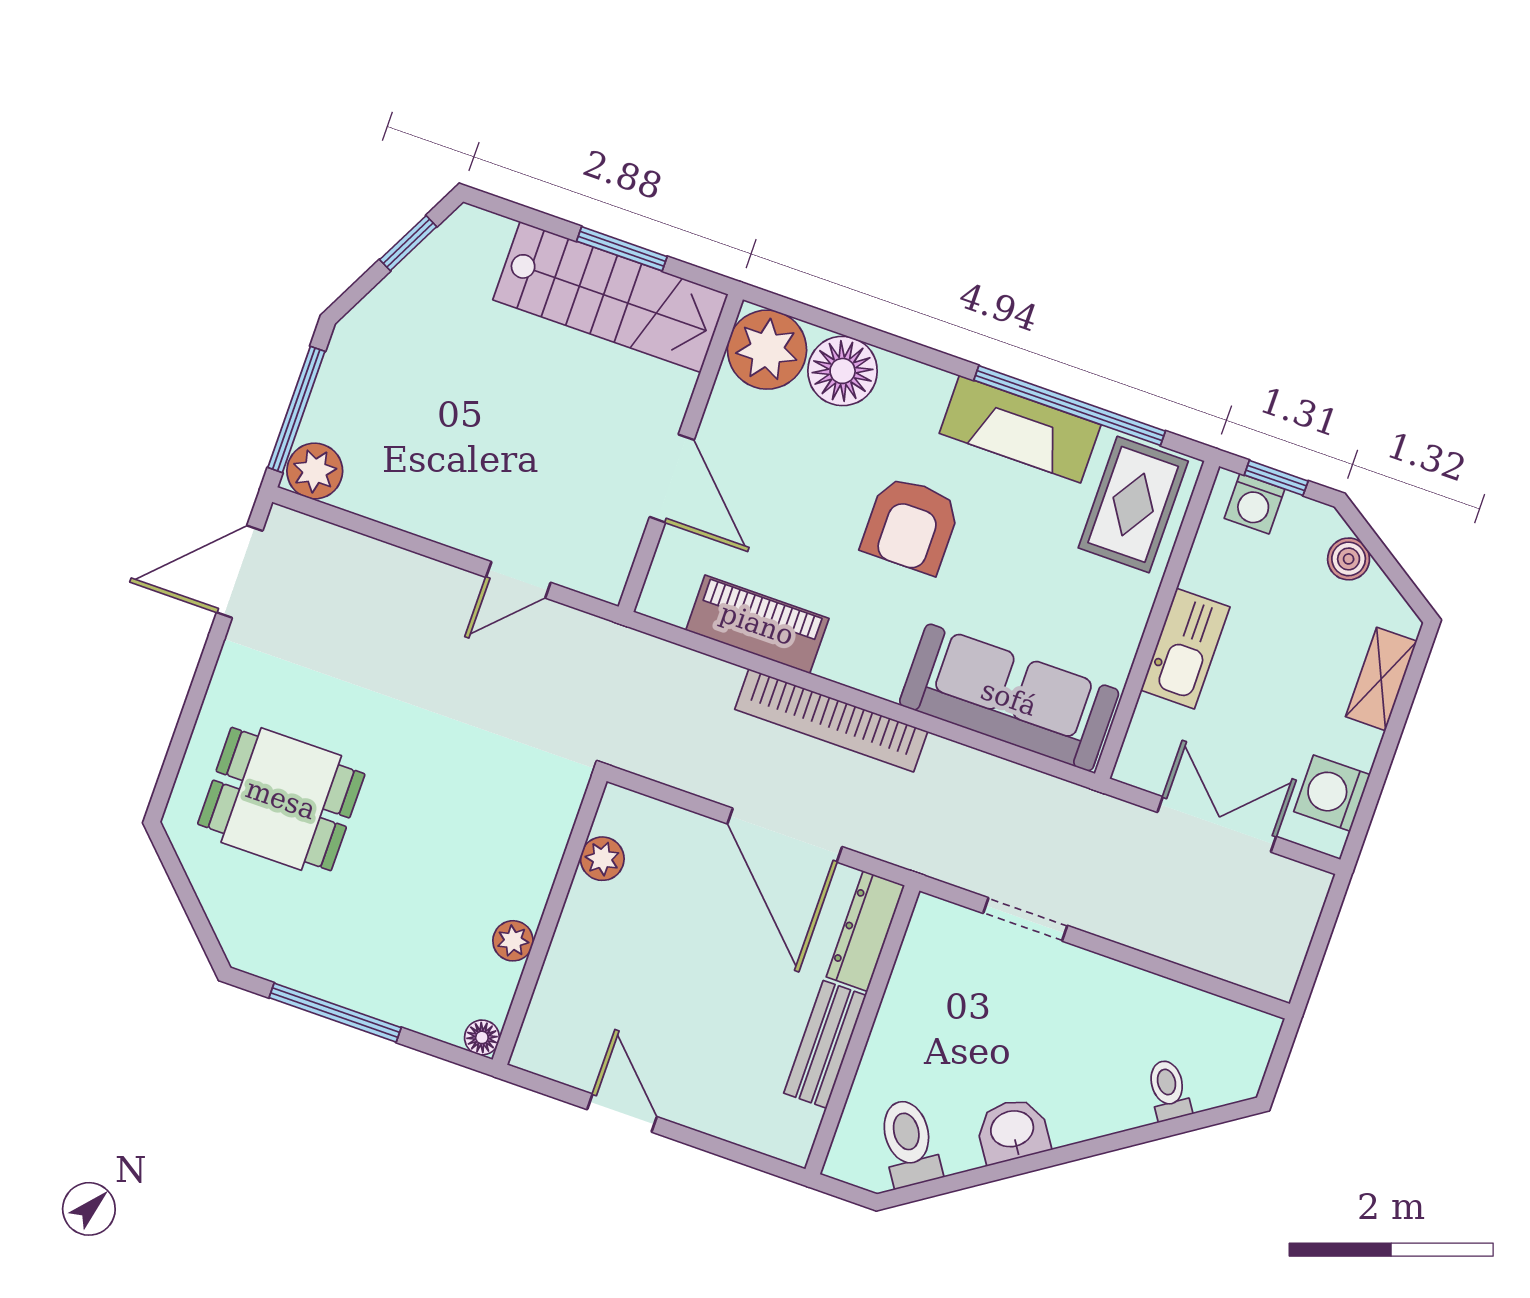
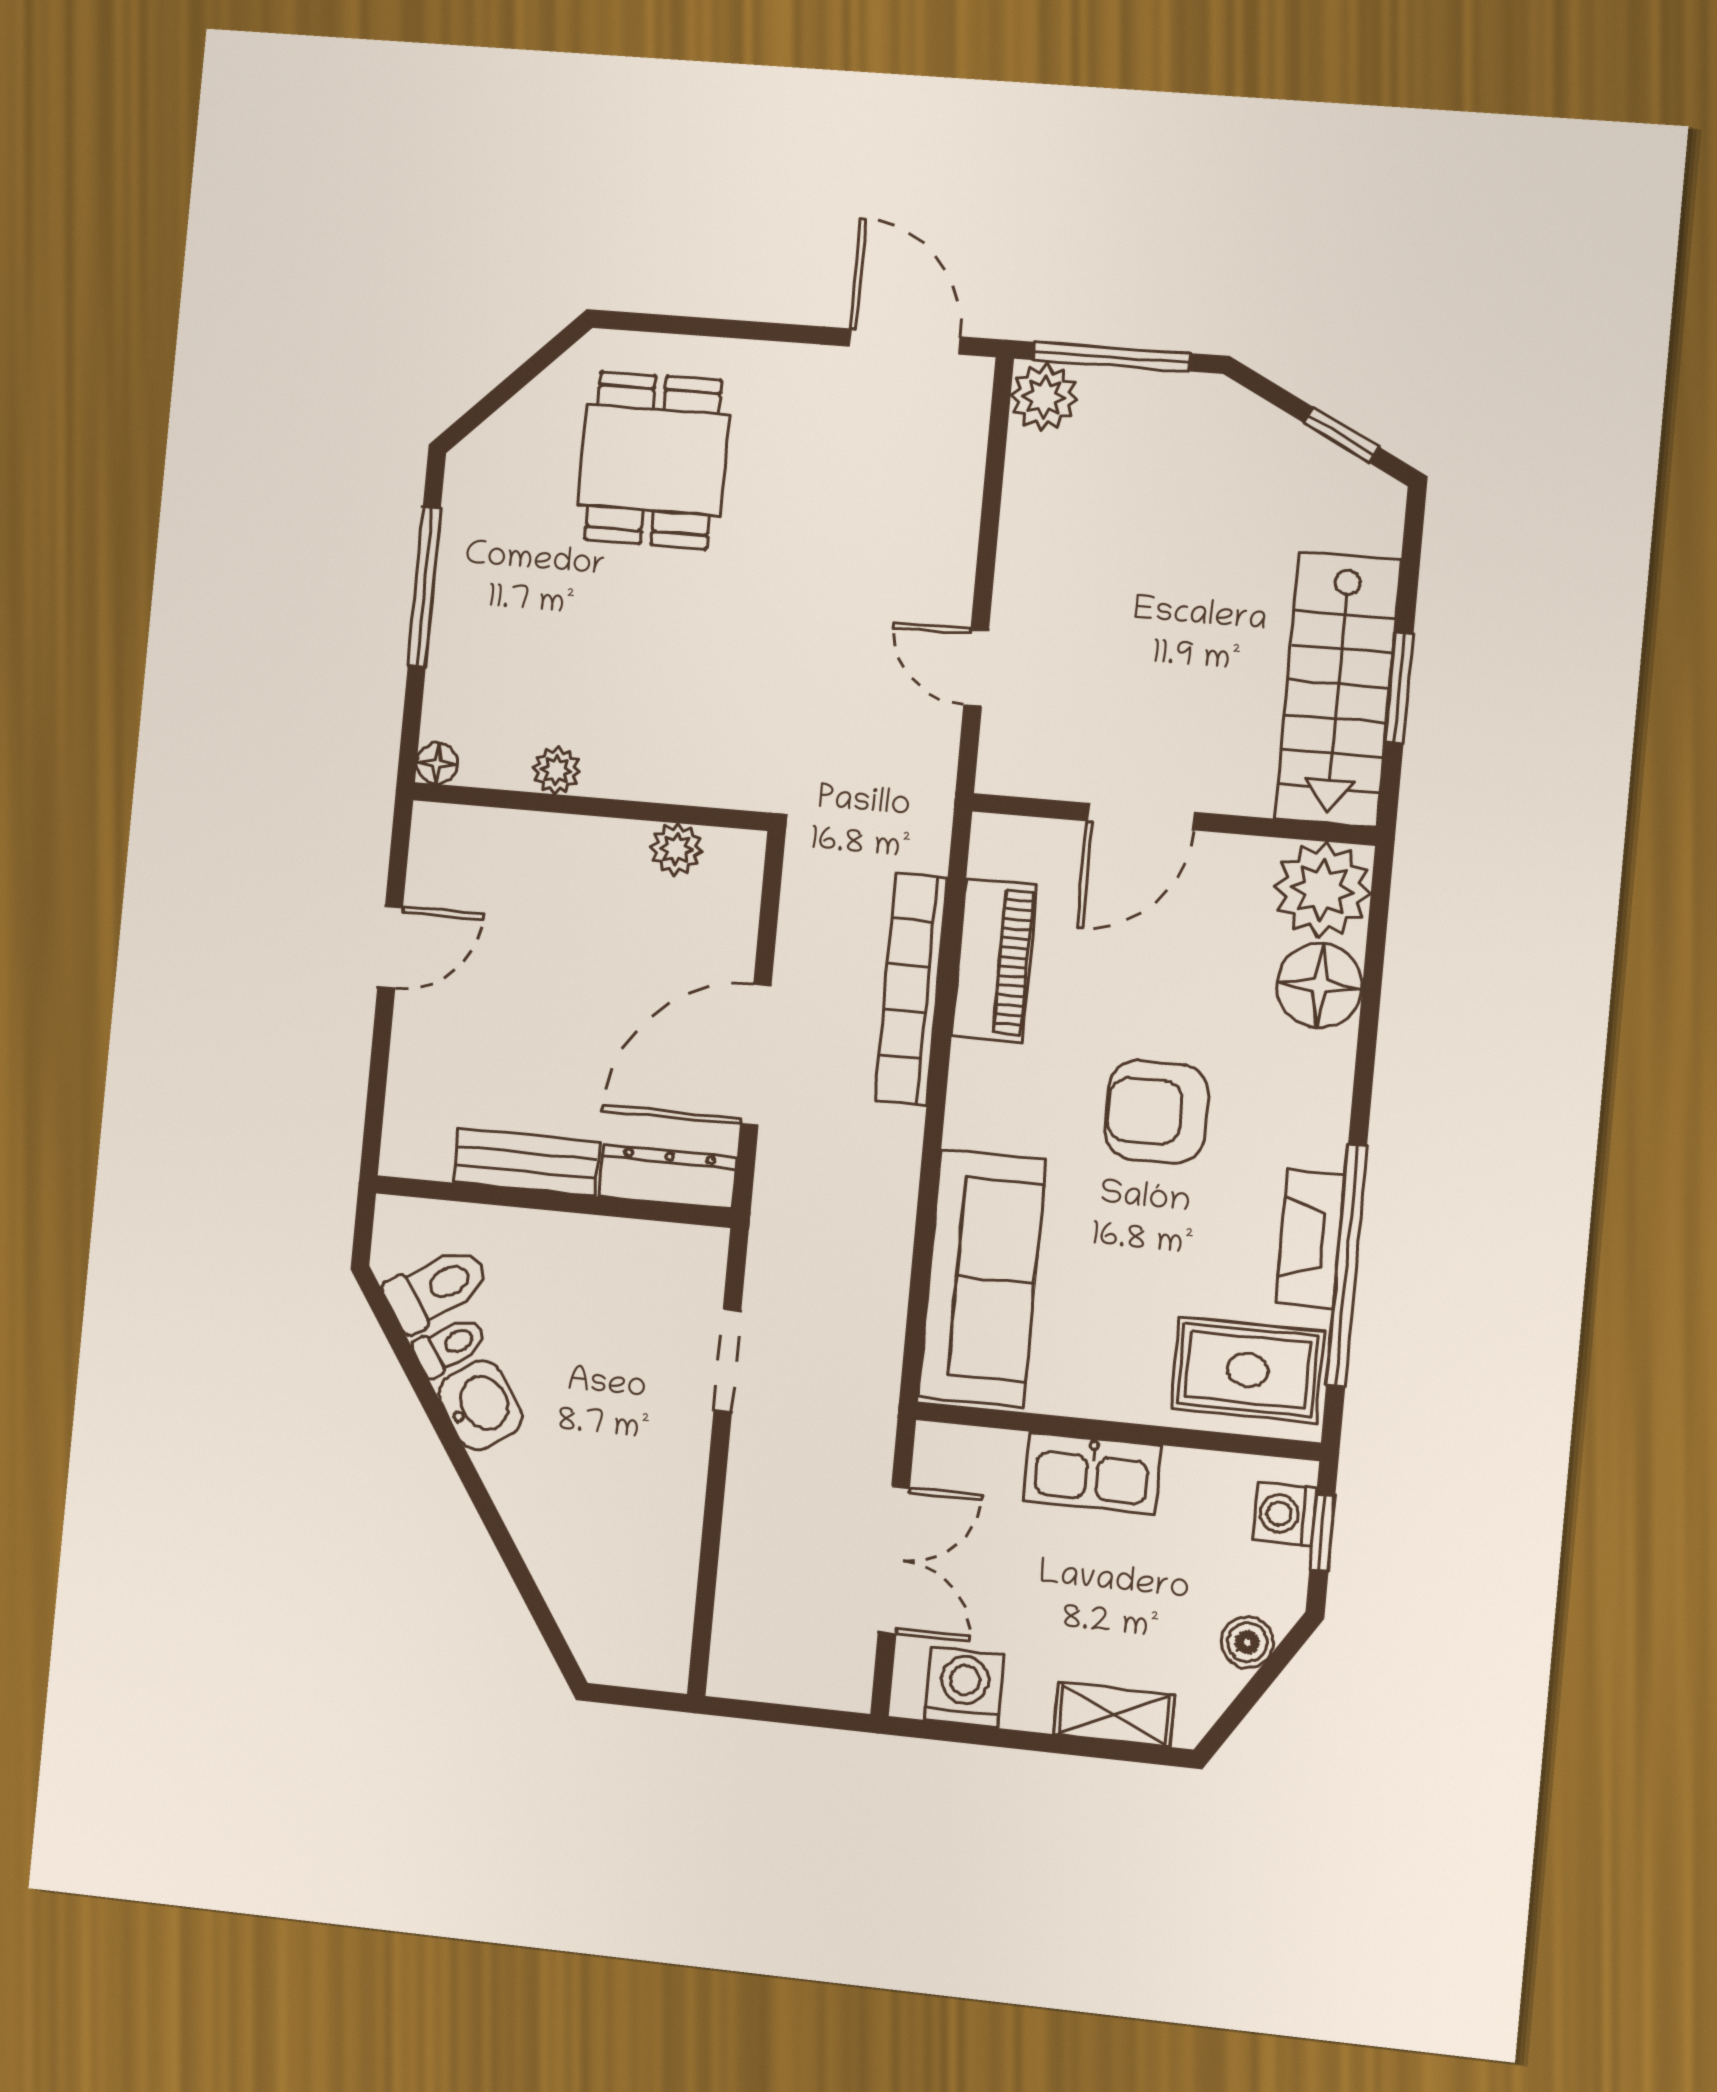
fireplace: (1020, 429) -> (1310, 1239), width x0.73, depth x0.76
bookcase: (831, 720) -> (911, 989), moved
toilet: (1169, 1090) -> (450, 1346), moved

